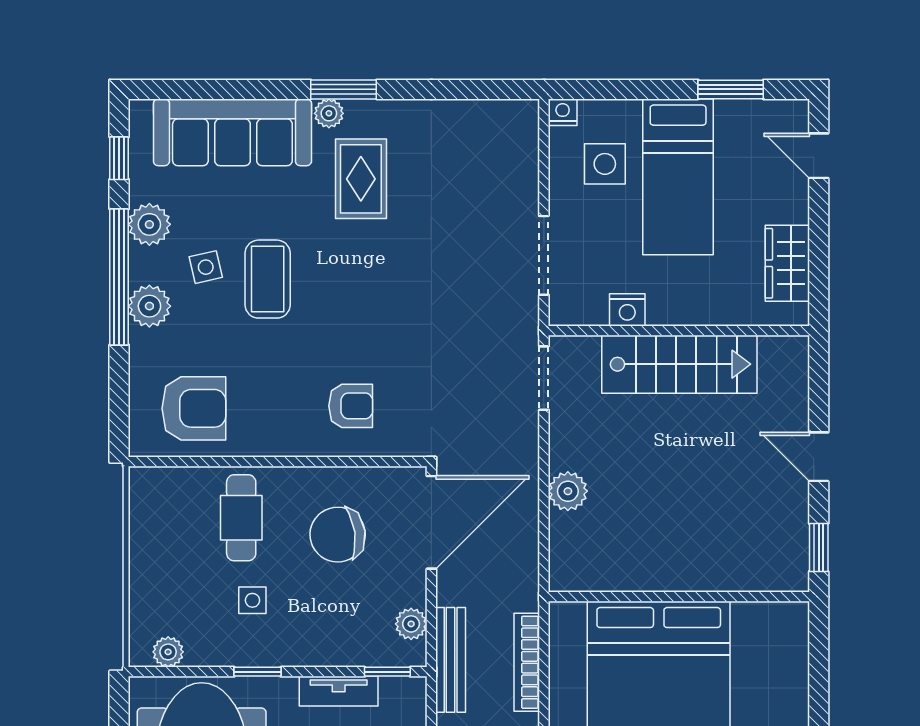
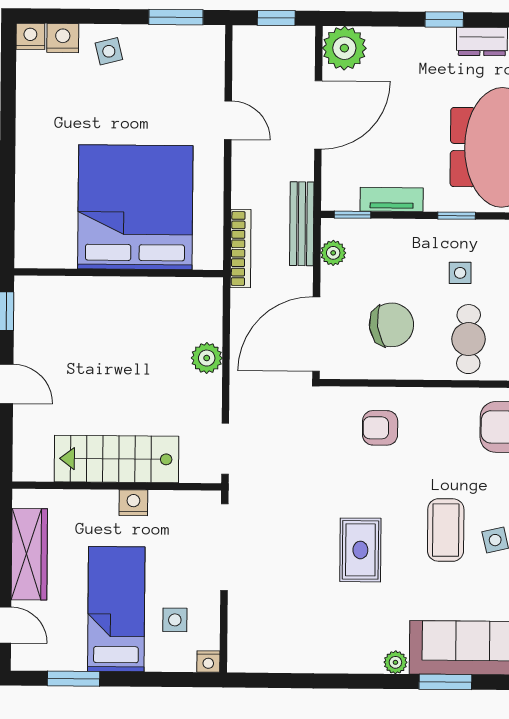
window: (344, 89) -> (445, 682), moved
side table: (605, 164) -> (175, 620), width x0.73, depth x0.73
rug: (361, 179) -> (360, 550), moved
doorway: (544, 255) -> (224, 547), width x1.36
wardrobe: (787, 263) -> (29, 554), width x1.50
nightstand: (627, 310) -> (133, 503), moved
bookcase: (527, 662) -> (241, 249), moved

